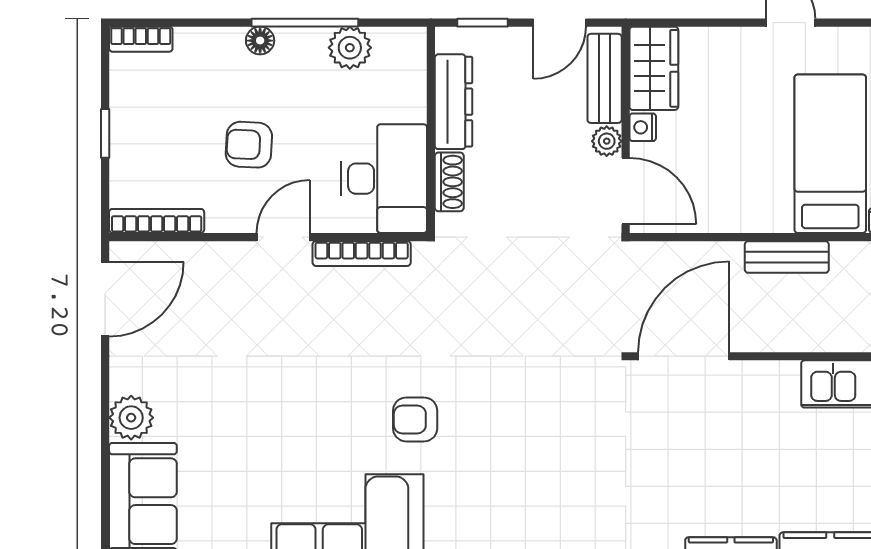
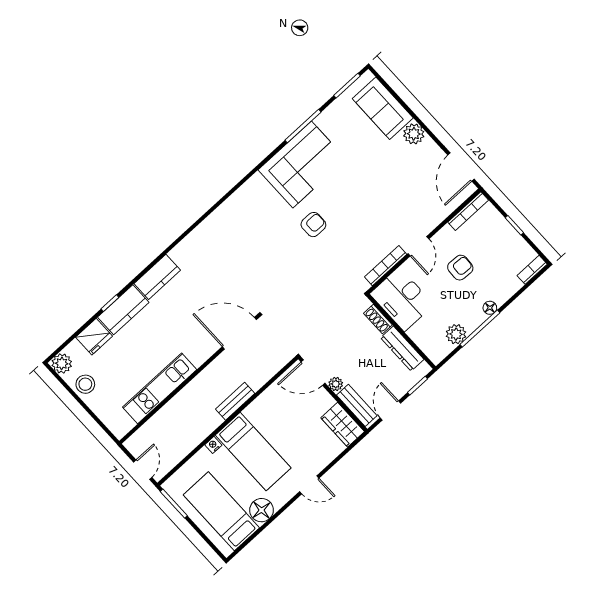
nightstand: (643, 127) -> (328, 400), removed
door: (684, 356) -> (239, 333), swing flipped

